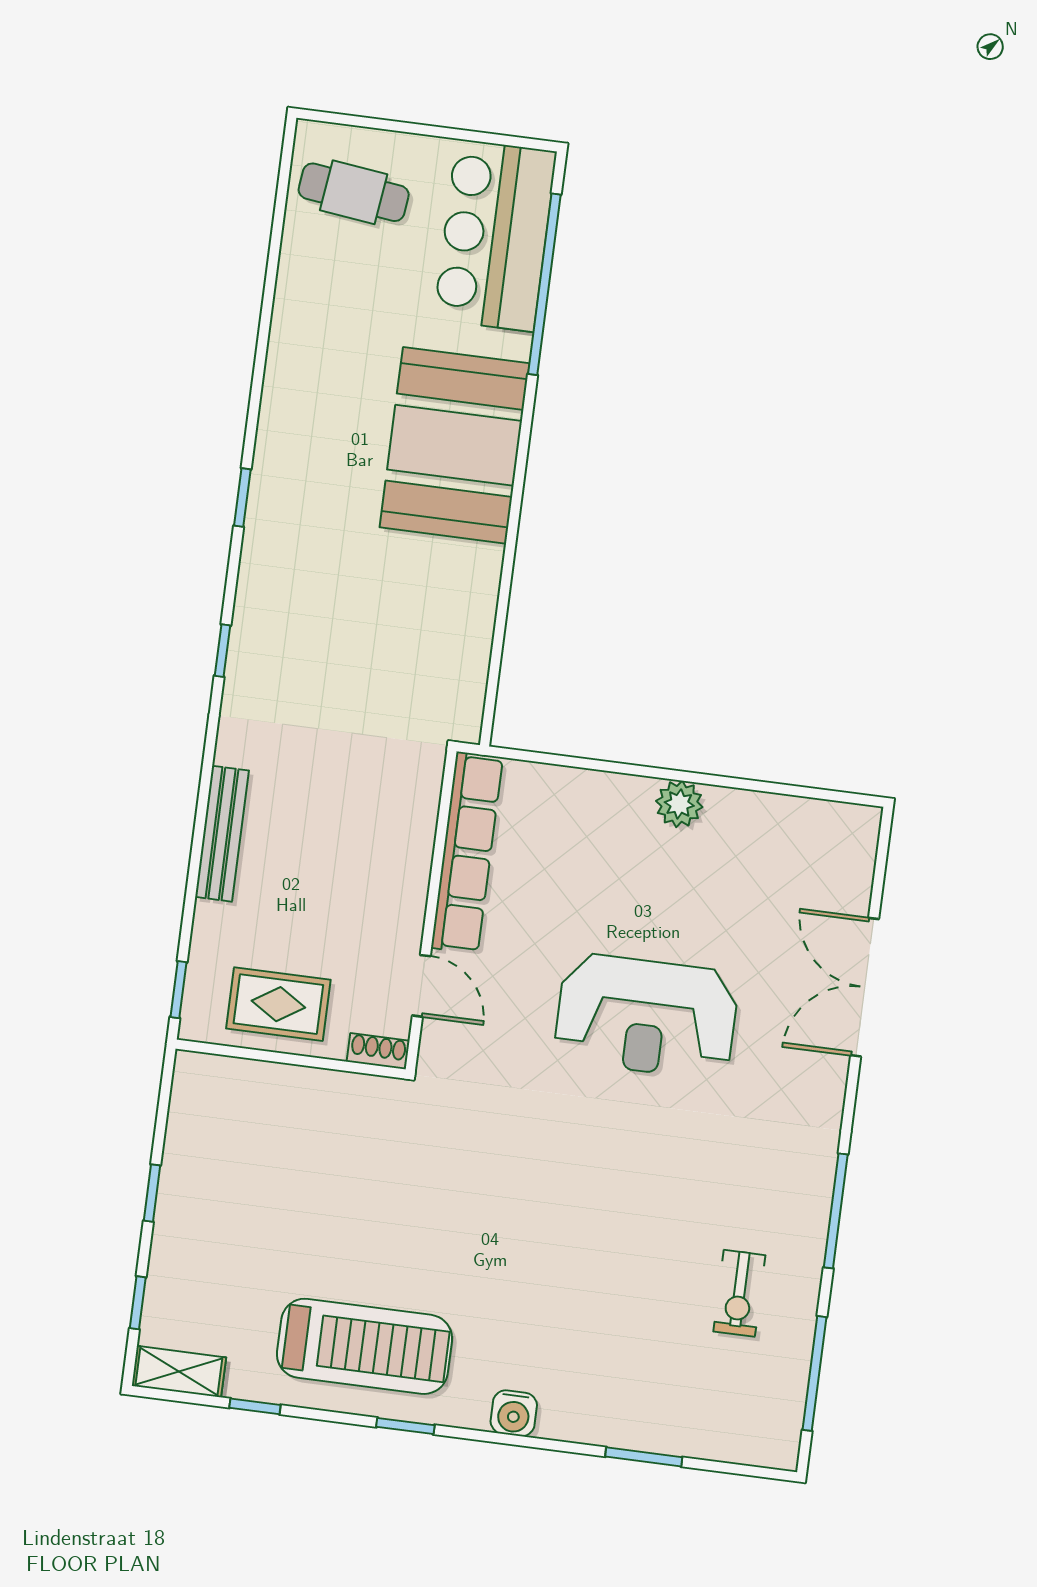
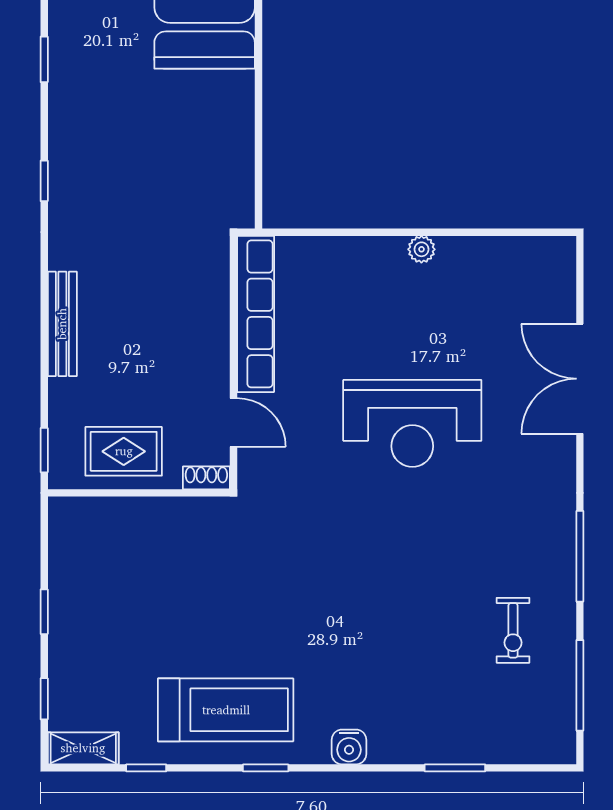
plant: (679, 804) -> (421, 249), width x0.73, depth x0.73

